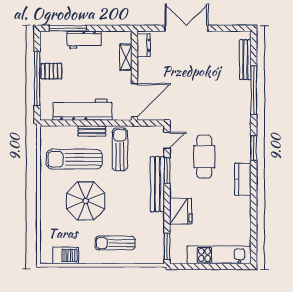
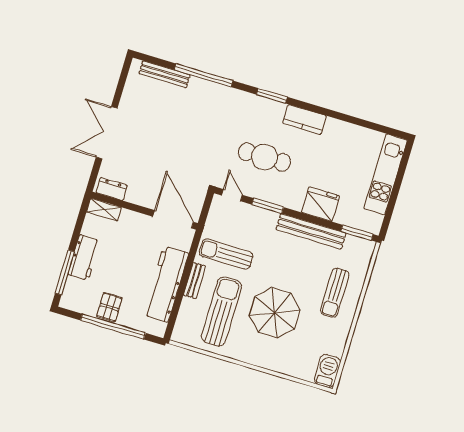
shelving: (126, 57) -> (104, 210), moved
sun lounger: (74, 159) -> (221, 311), turned 180
bench: (157, 184) -> (311, 231), moved
barbecue: (66, 255) -> (327, 371), moved

